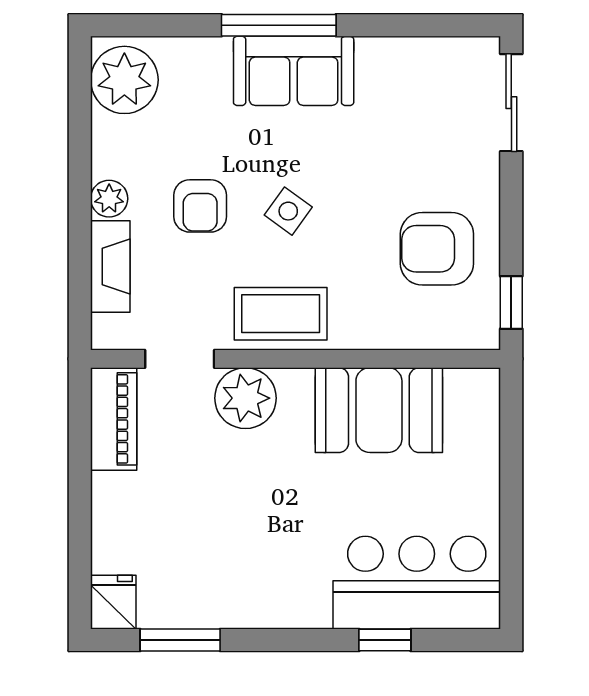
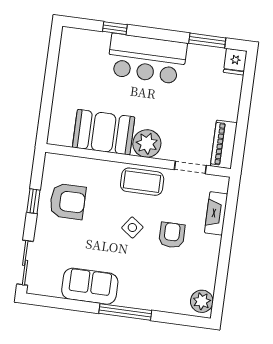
sofa: (294, 71) -> (90, 286), moved
plant: (124, 80) -> (202, 301), width x0.73, depth x0.73
plant: (109, 199) -> (212, 244), removed
window: (511, 303) -> (33, 201), moved
plant: (245, 398) -> (147, 144), moved
bar counter: (417, 583) -> (147, 59), moved

